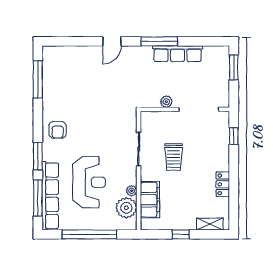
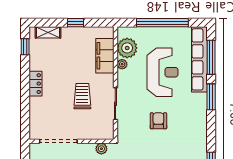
plant: (166, 102) -> (101, 149), moved
armchair: (58, 130) -> (158, 121), moved
window: (234, 136) -> (25, 47), moved
reception desk: (89, 182) -> (163, 72), turned 180
locker: (223, 184) -> (36, 84), moved

